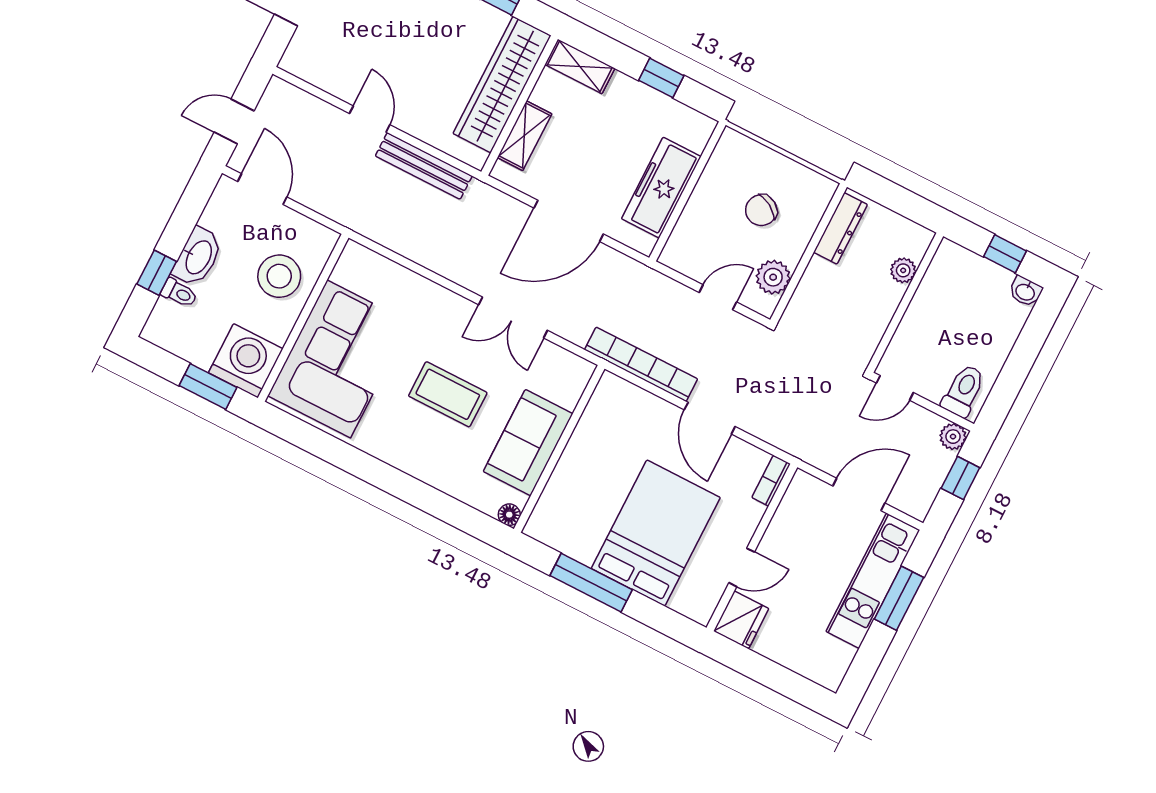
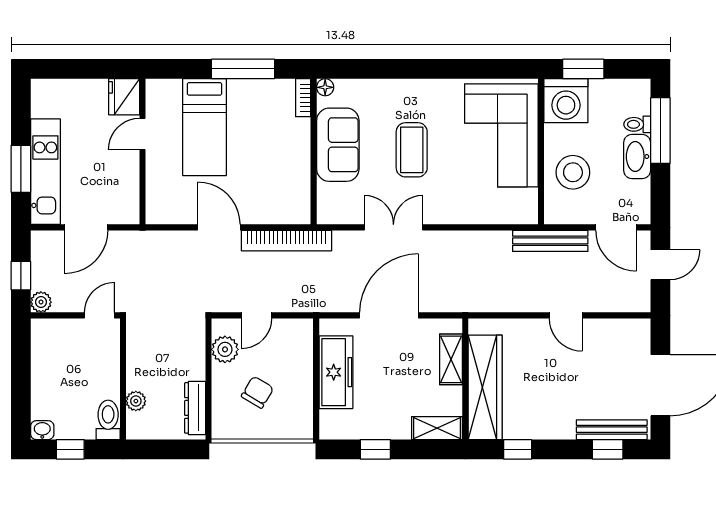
bench: (424, 166) -> (550, 241), moved
window: (157, 273) -> (660, 131), width x2.17
toilet: (963, 391) -> (108, 420), moved, turned 180
coffee table: (448, 394) -> (412, 150), turned 90
bookcase: (771, 481) -> (303, 98), moved, turned 180
bed: (656, 533) -> (204, 127), width x0.67

